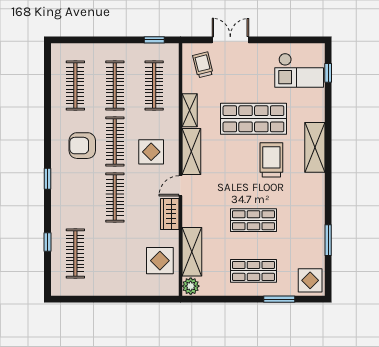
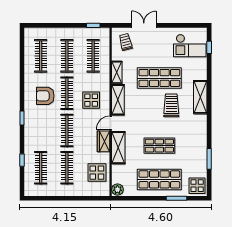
shelving: (192, 252) -> (118, 148), moved
clothes rail: (115, 253) -> (67, 168), added
shop shelf: (253, 271) -> (159, 179), width x1.43, depth x1.36

